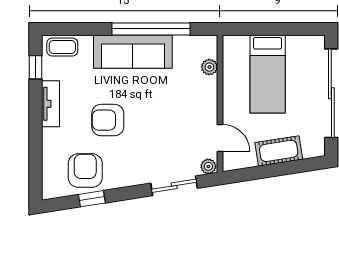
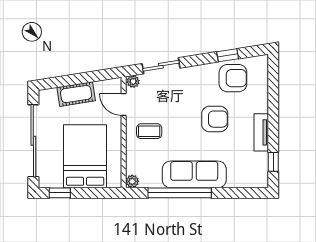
window: (299, 29) -> (60, 193), added
coffee table: (62, 47) -> (149, 131), moved
plant: (209, 67) -> (132, 181), moved
bed: (268, 74) -> (85, 156), width x1.50
armchair: (85, 171) -> (233, 78), turned -90

